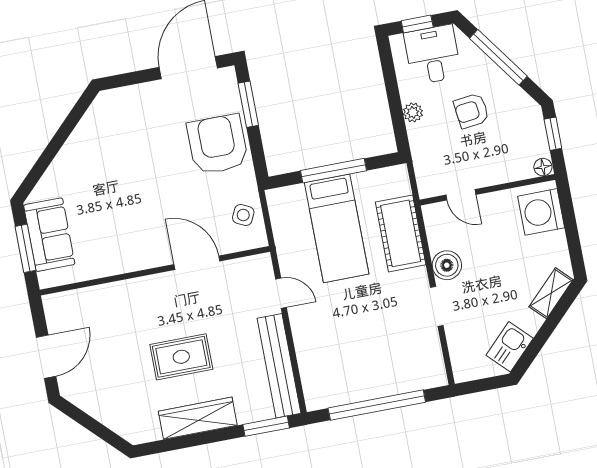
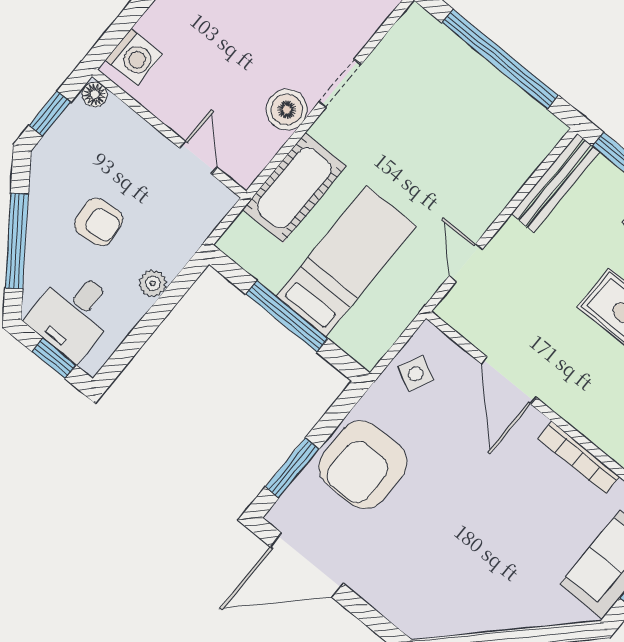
washing machine: (541, 212) -> (134, 57), width x0.73, depth x0.73
bookcase: (123, 266) -> (579, 458), added
bench: (279, 366) -> (555, 183), width x0.73, depth x0.82

